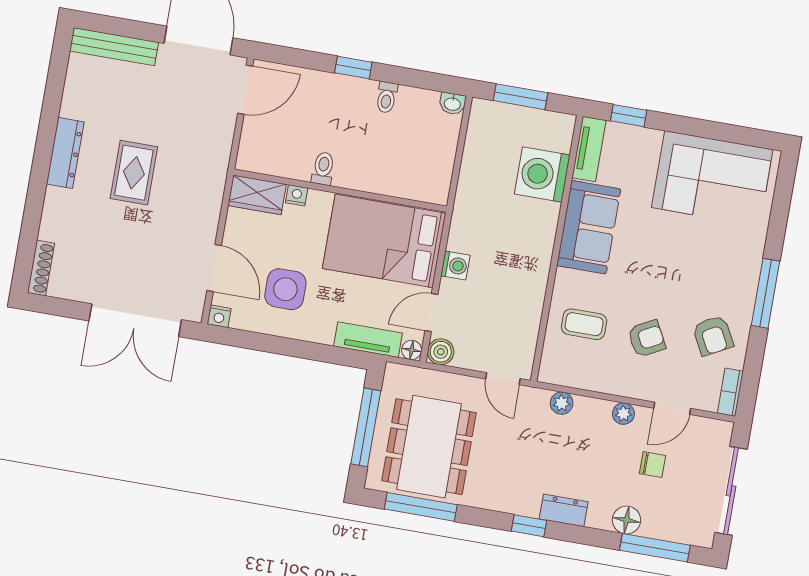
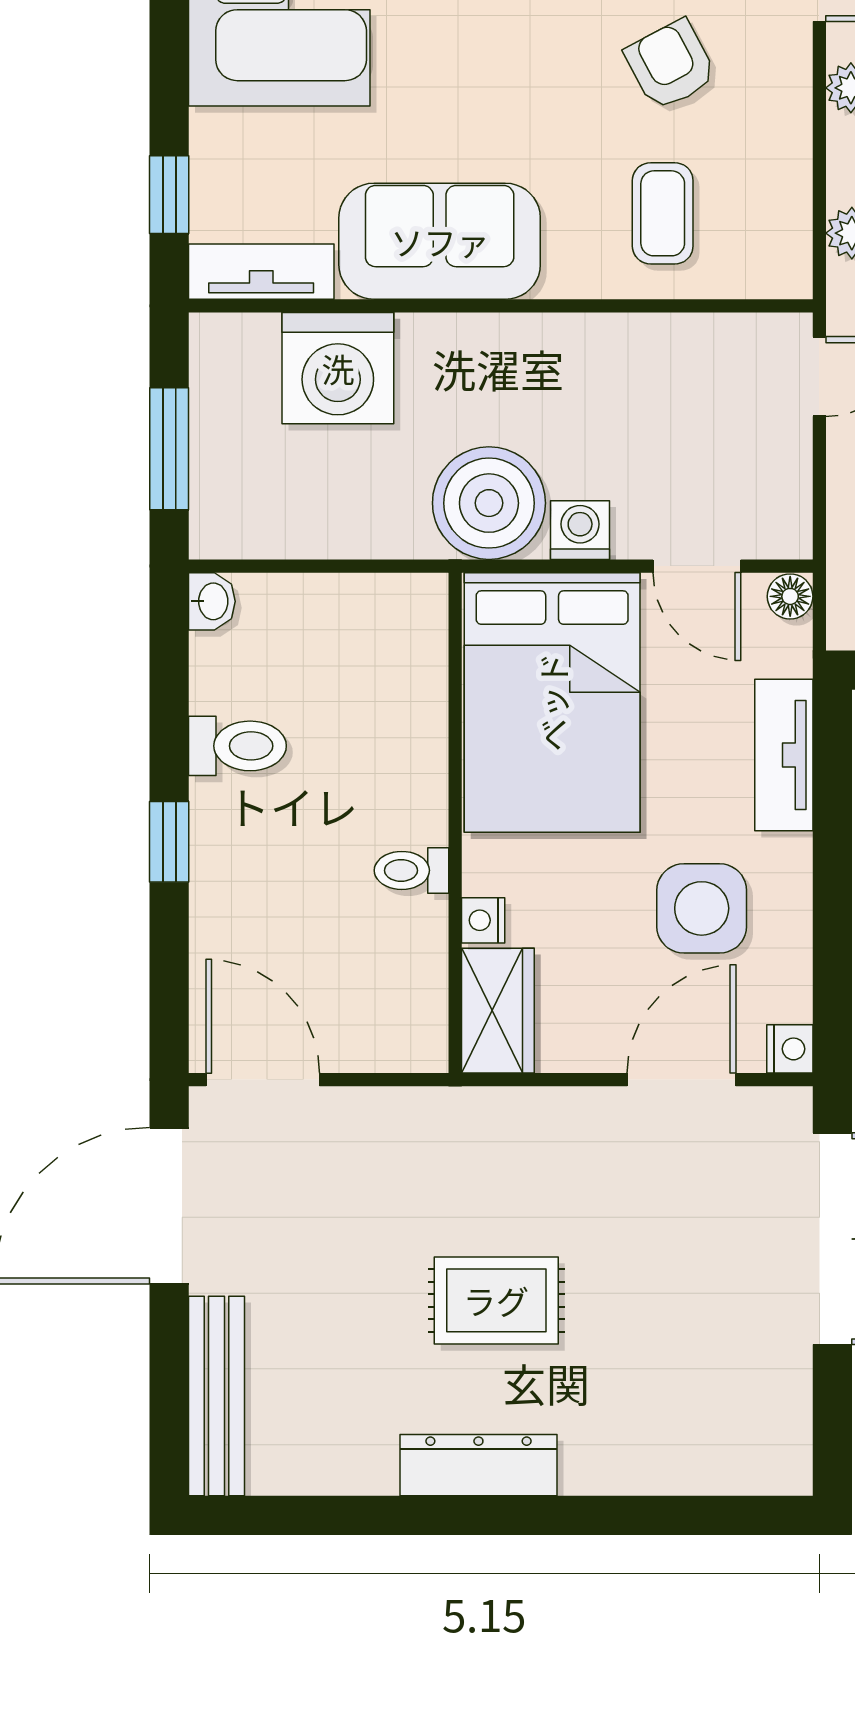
toilet: (387, 97) -> (237, 746), width x1.37, depth x1.39
shoe rack: (41, 268) -> (751, 1475), removed
tv unit: (368, 340) -> (784, 755), moved
boiler: (441, 352) -> (489, 503), moved, width x1.86, depth x1.86

